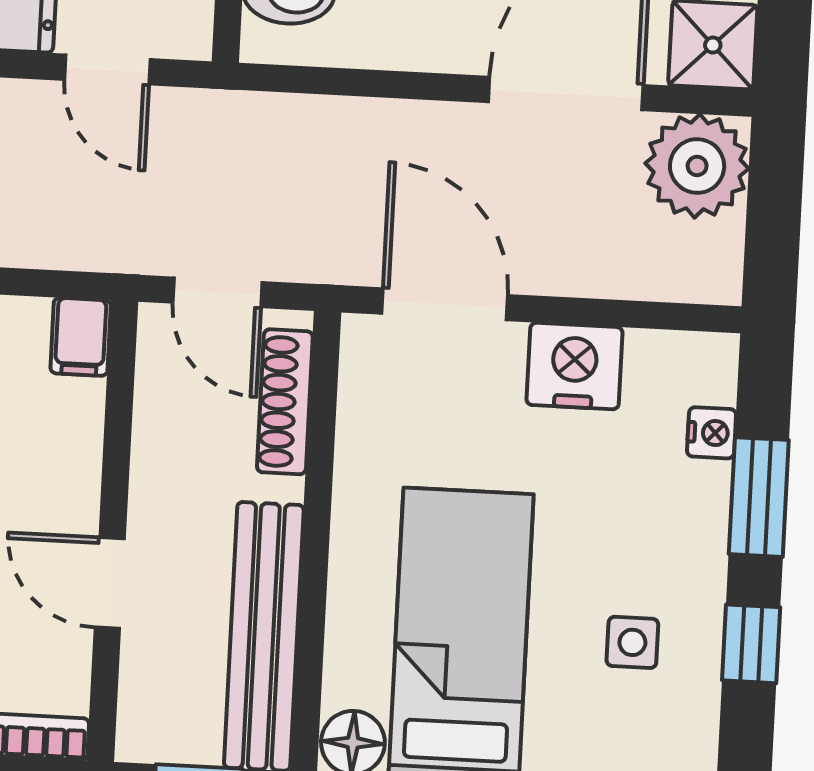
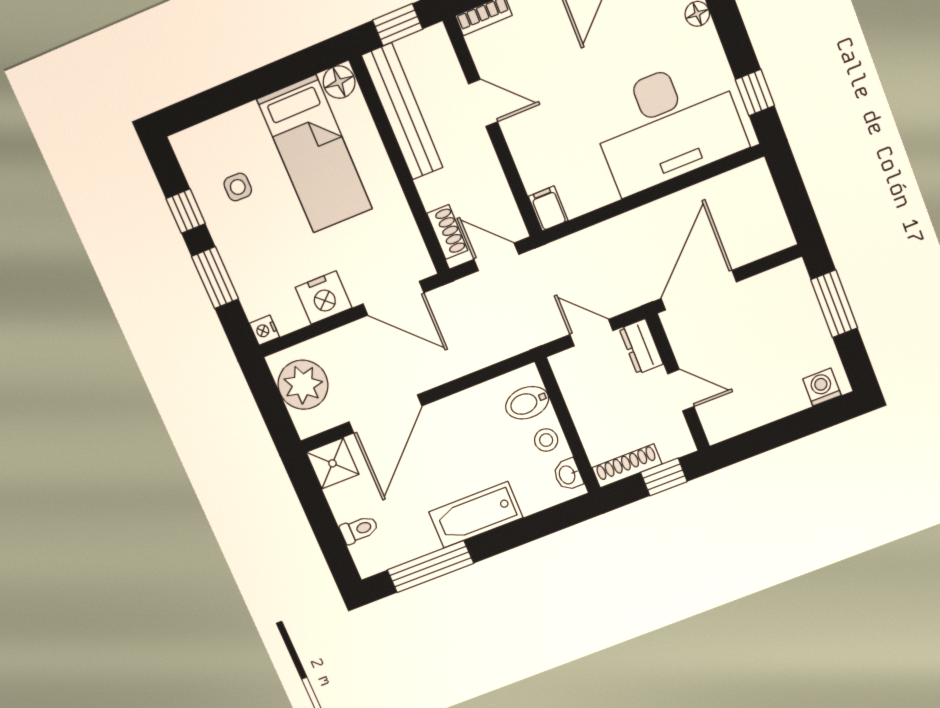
plant: (697, 166) -> (303, 385), moved
shoe rack: (285, 402) -> (447, 232), width x0.70
nightstand: (712, 433) -> (264, 330), moved

